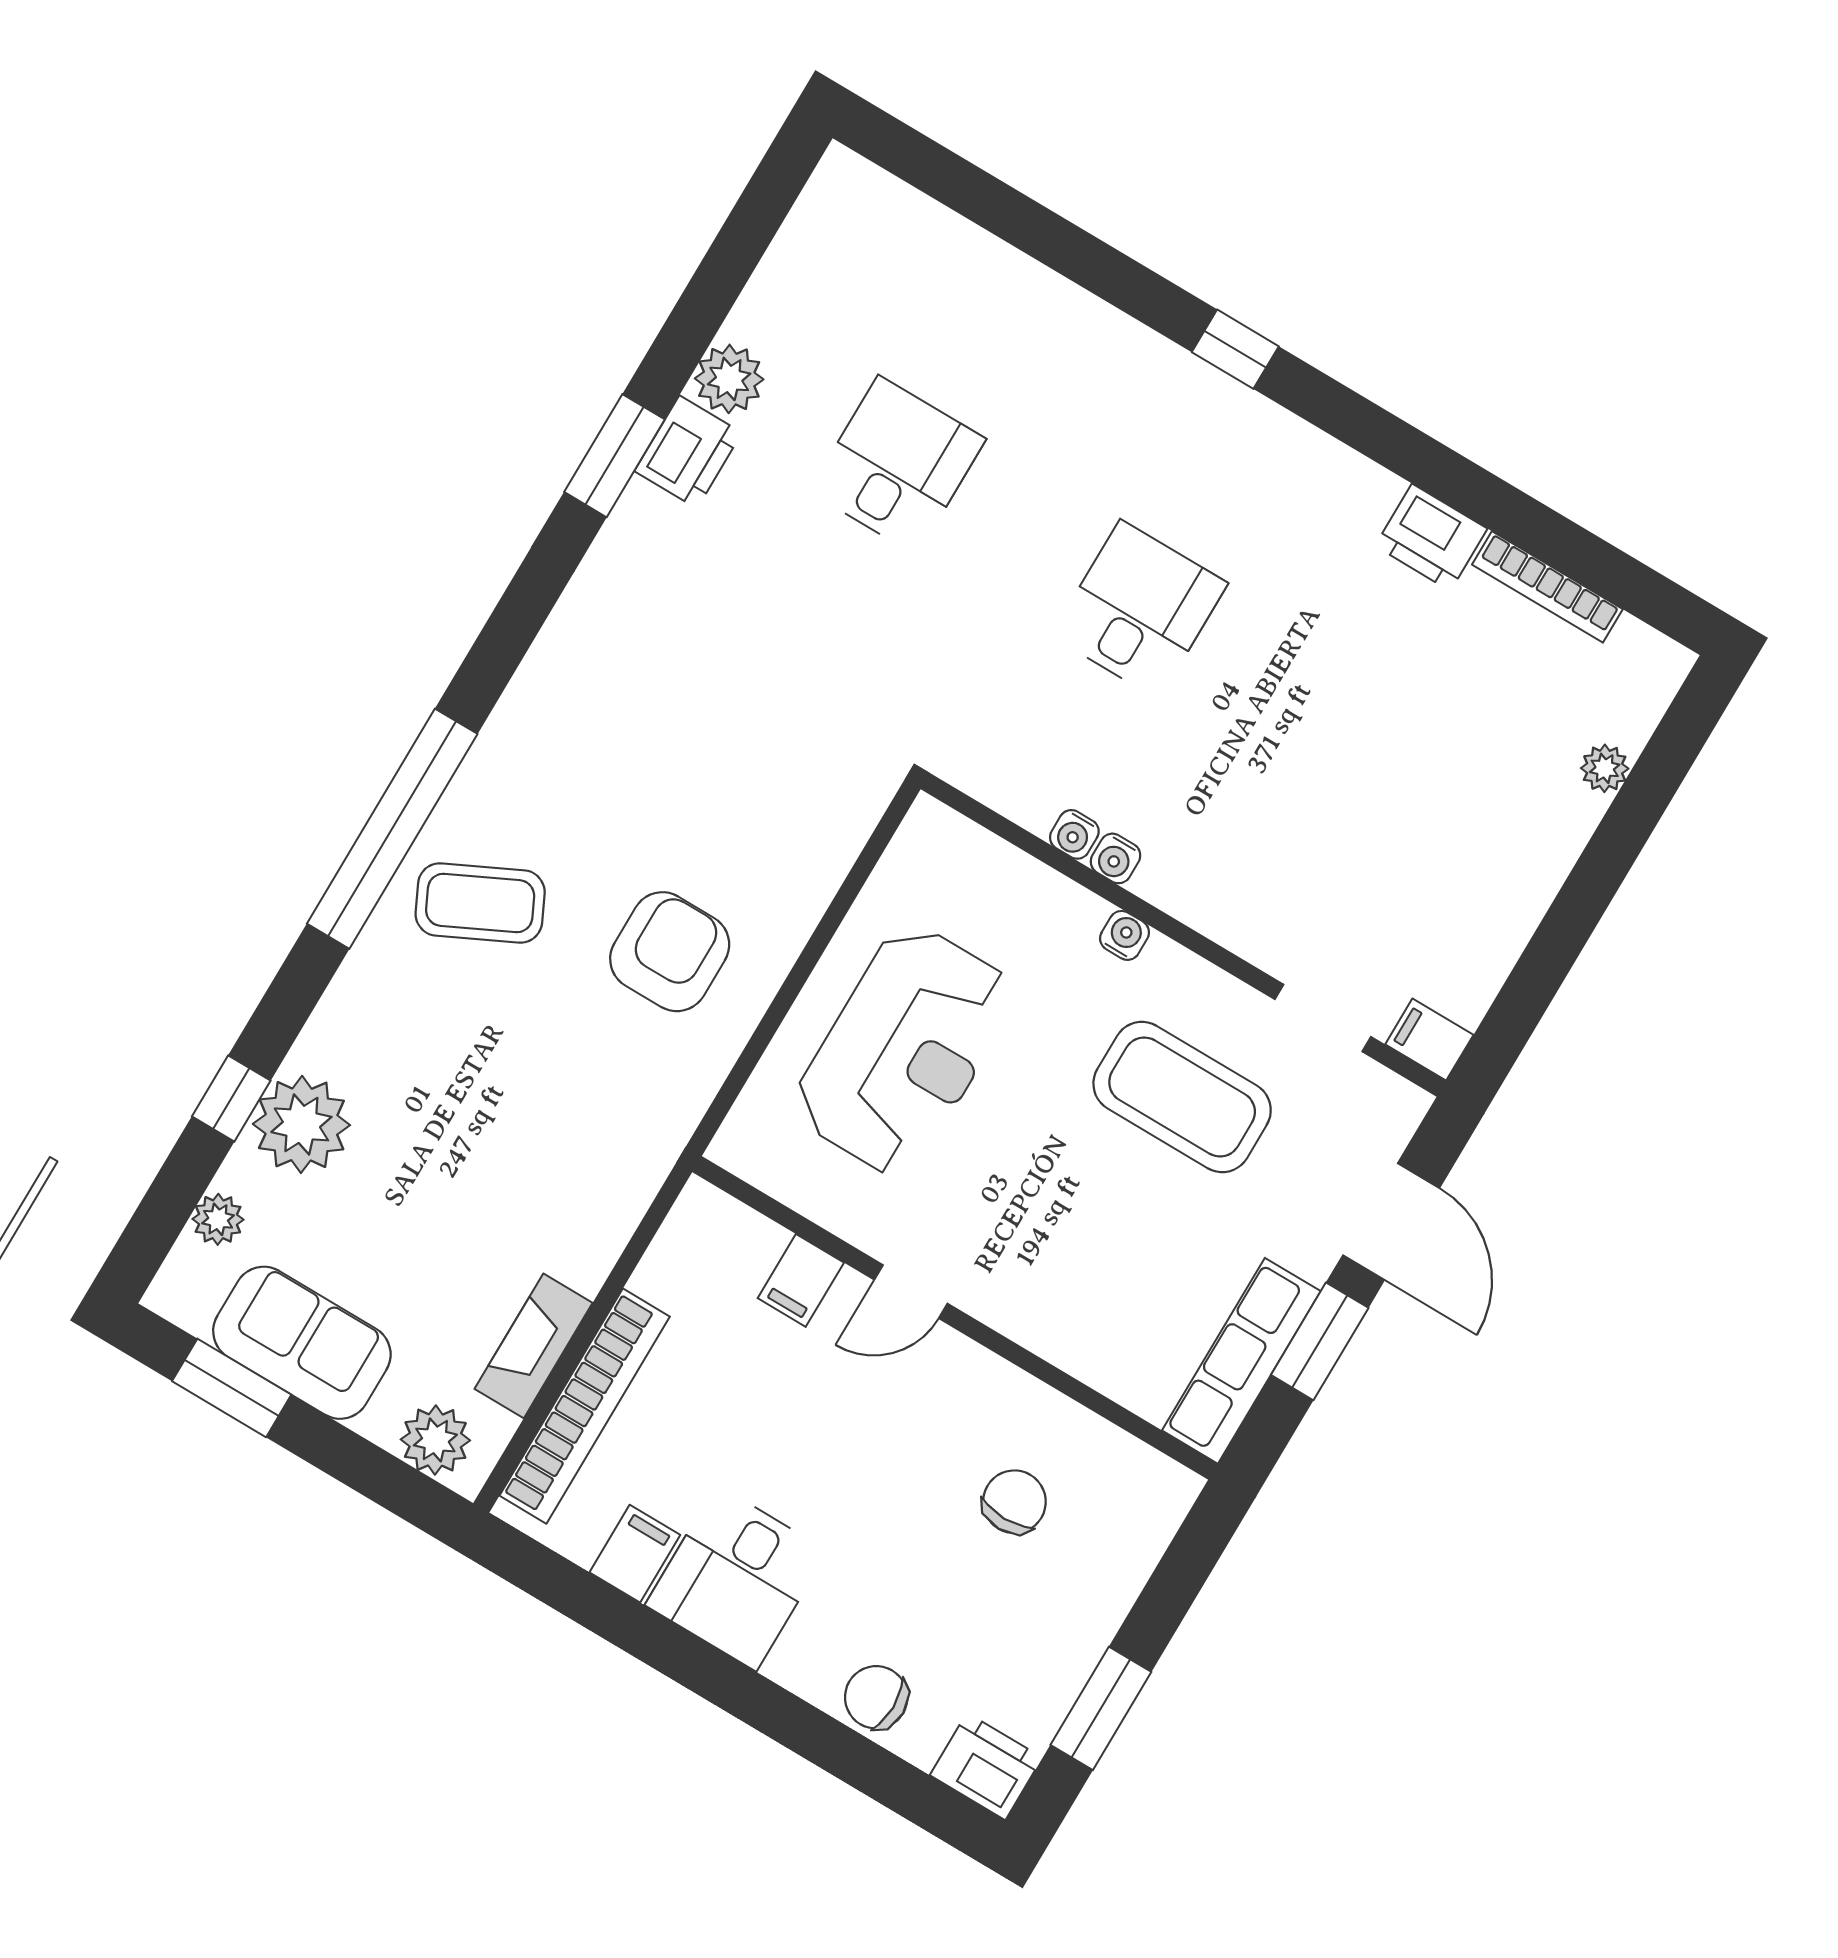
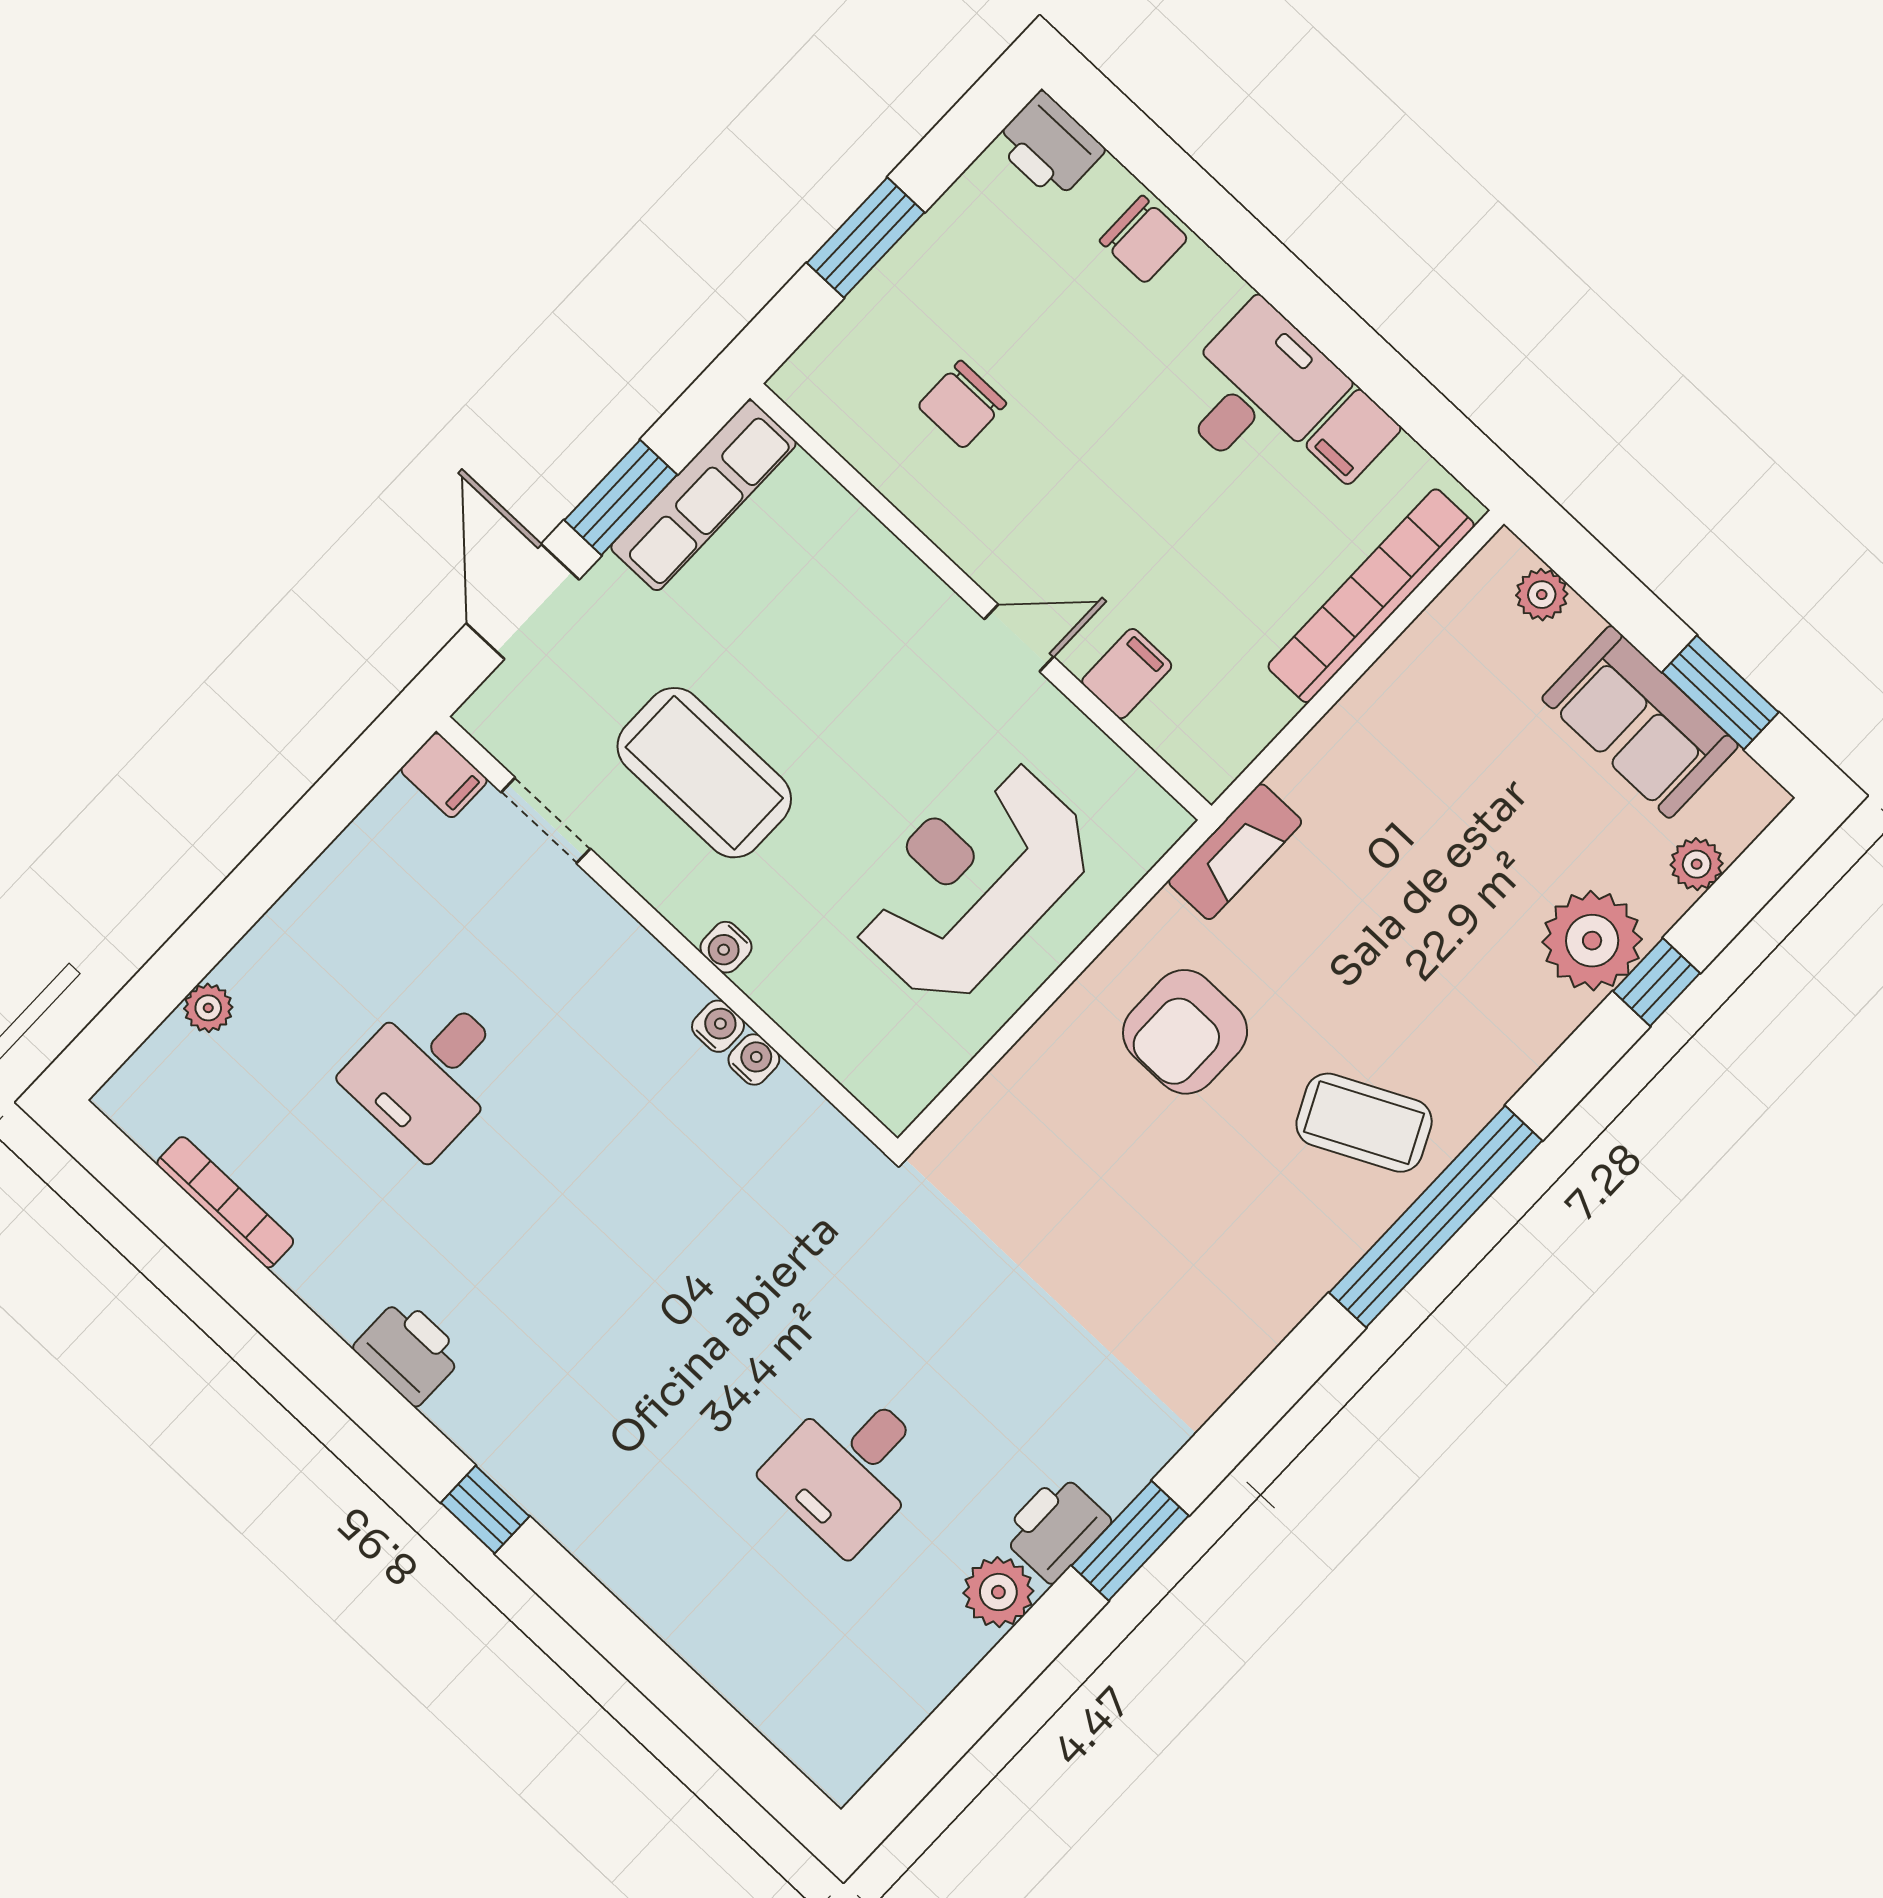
printer: (1431, 537) -> (409, 1351), moved
desk: (1139, 609) -> (429, 1072), moved
fireplace: (534, 1346) -> (1235, 852), moved
plant: (435, 1440) -> (1542, 595), width x0.73, depth x0.73
window: (1101, 1708) -> (866, 238), moved

